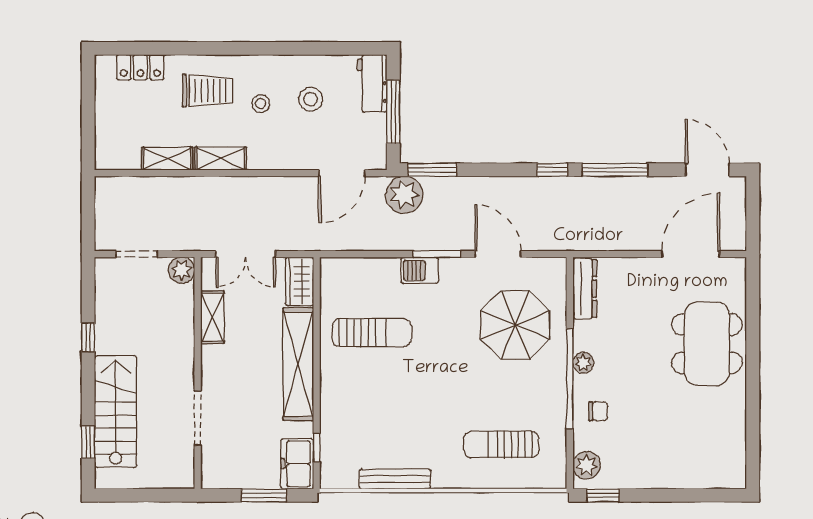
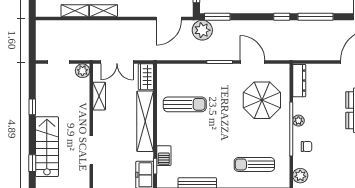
barbecue: (420, 270) -> (164, 156), moved, turned -90

